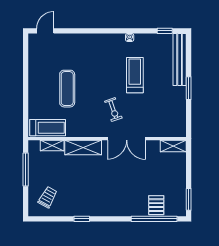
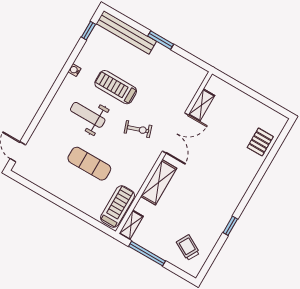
weight bench: (102, 66) -> (88, 115), added
shelving: (52, 146) -> (131, 225), moved
shelving: (173, 146) -> (202, 105), moved
window: (189, 199) -> (274, 106), removed
pallet: (156, 205) -> (260, 142), turned 90
window: (154, 219) -> (273, 152), removed

